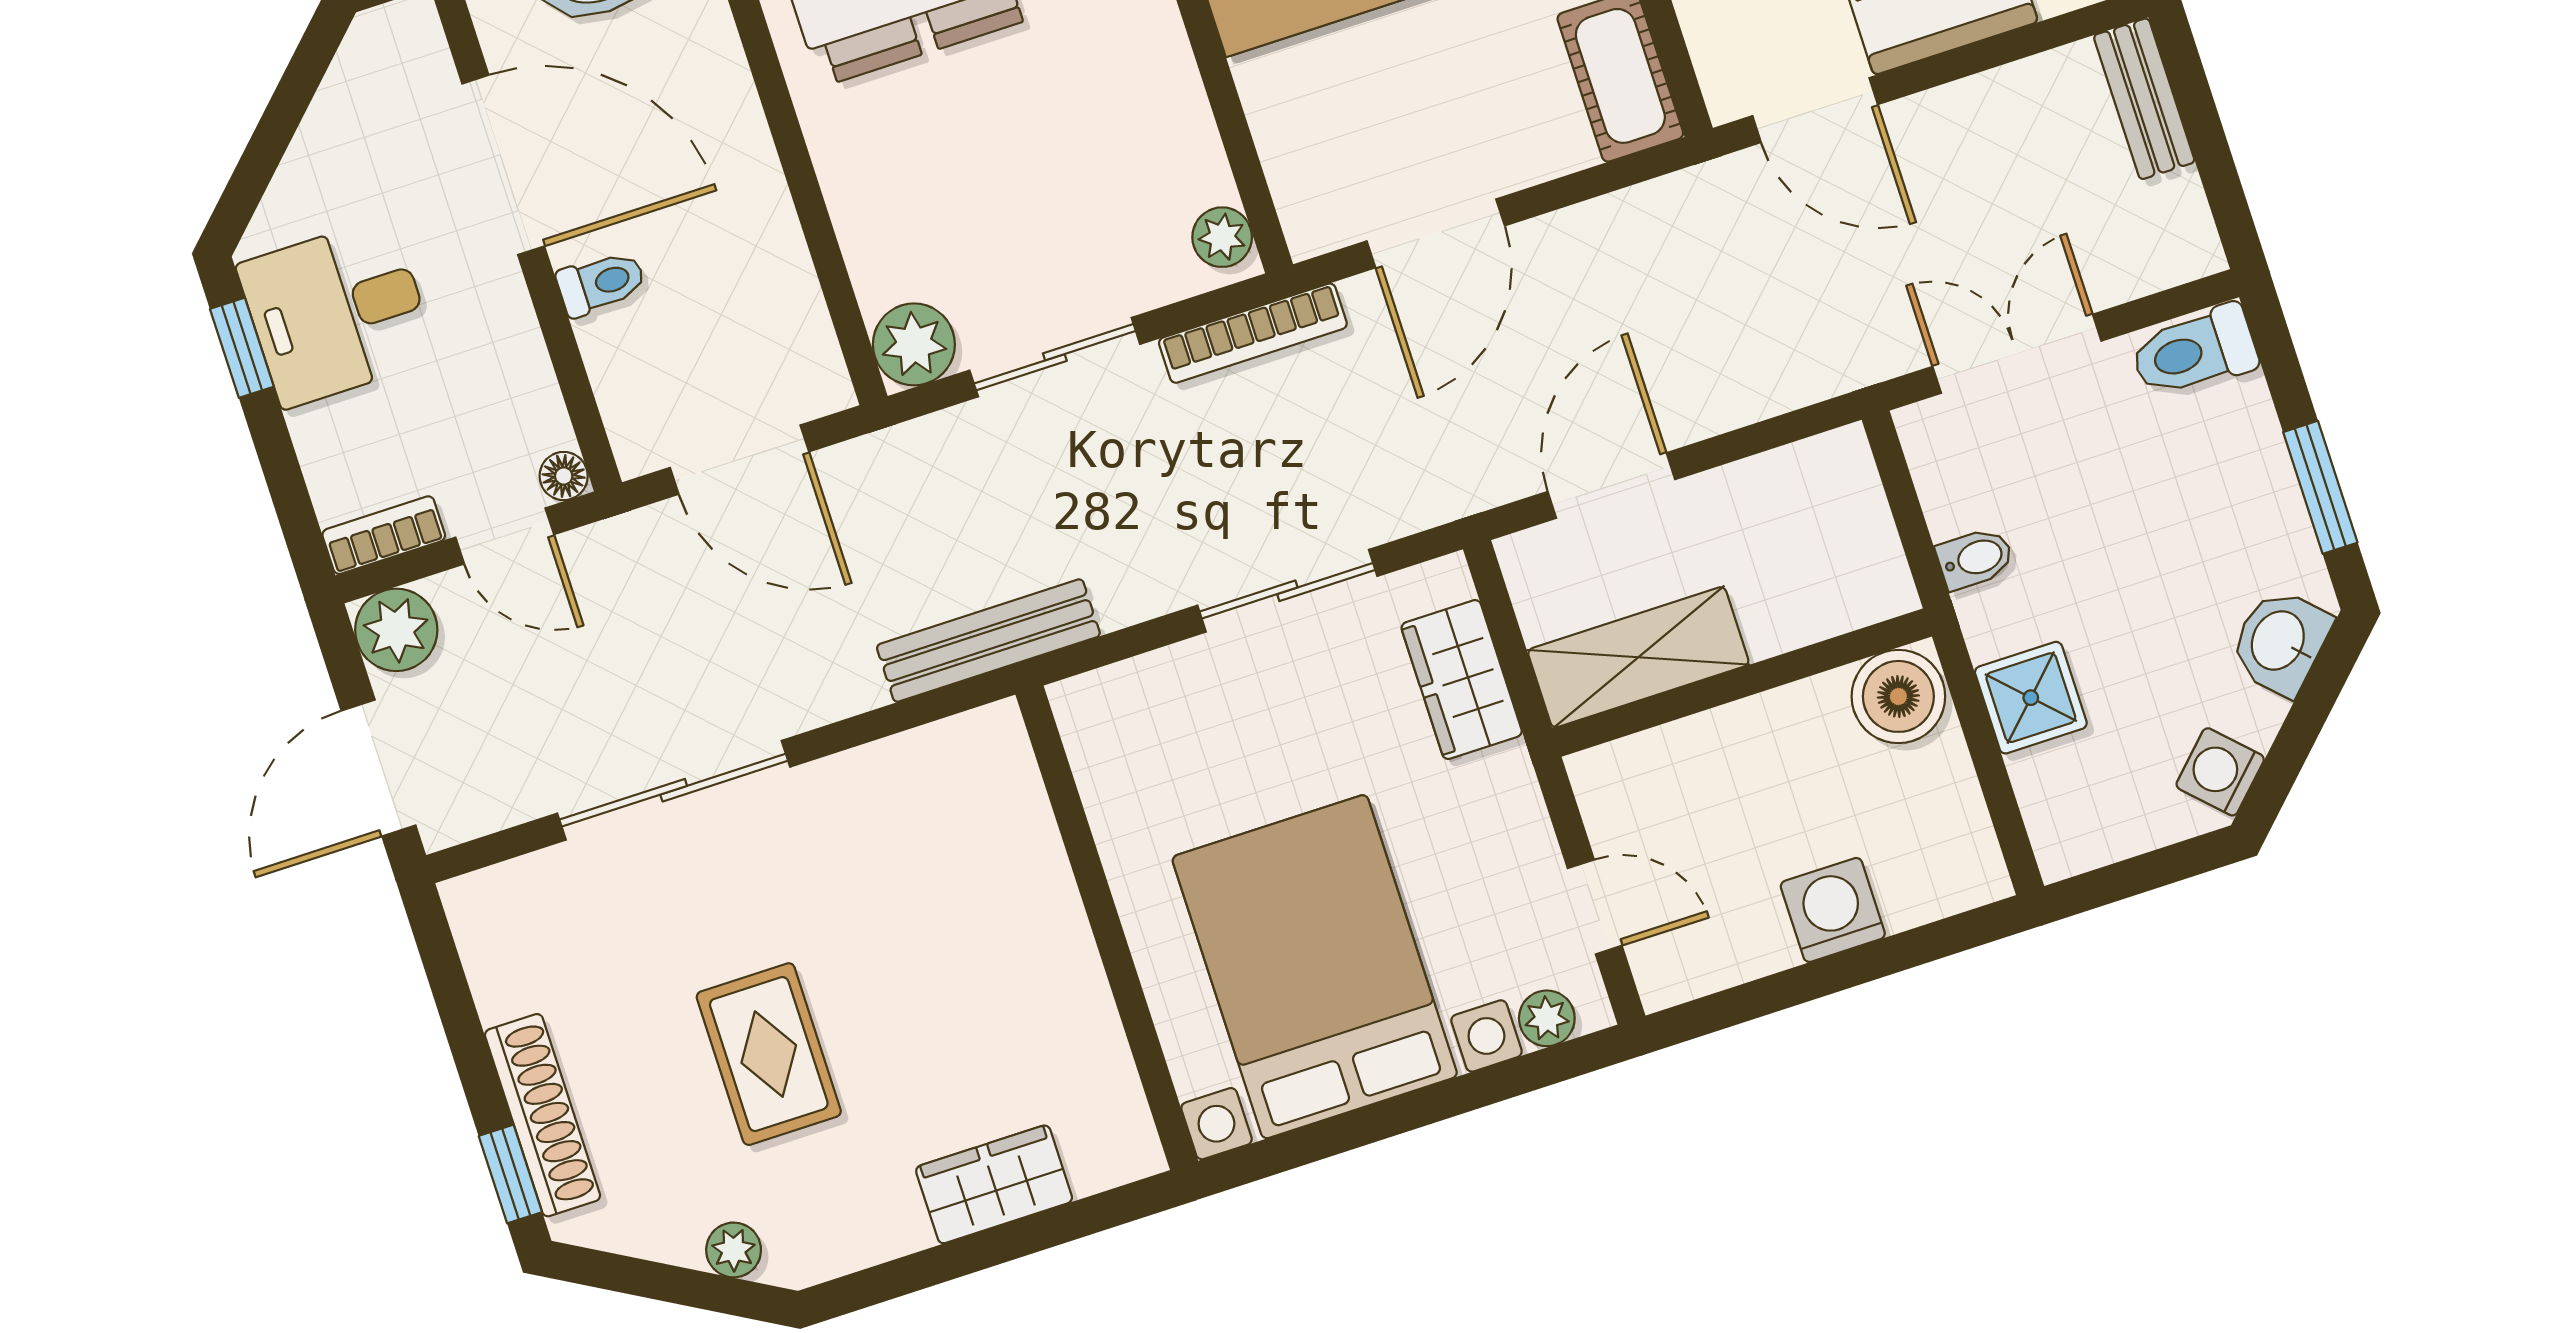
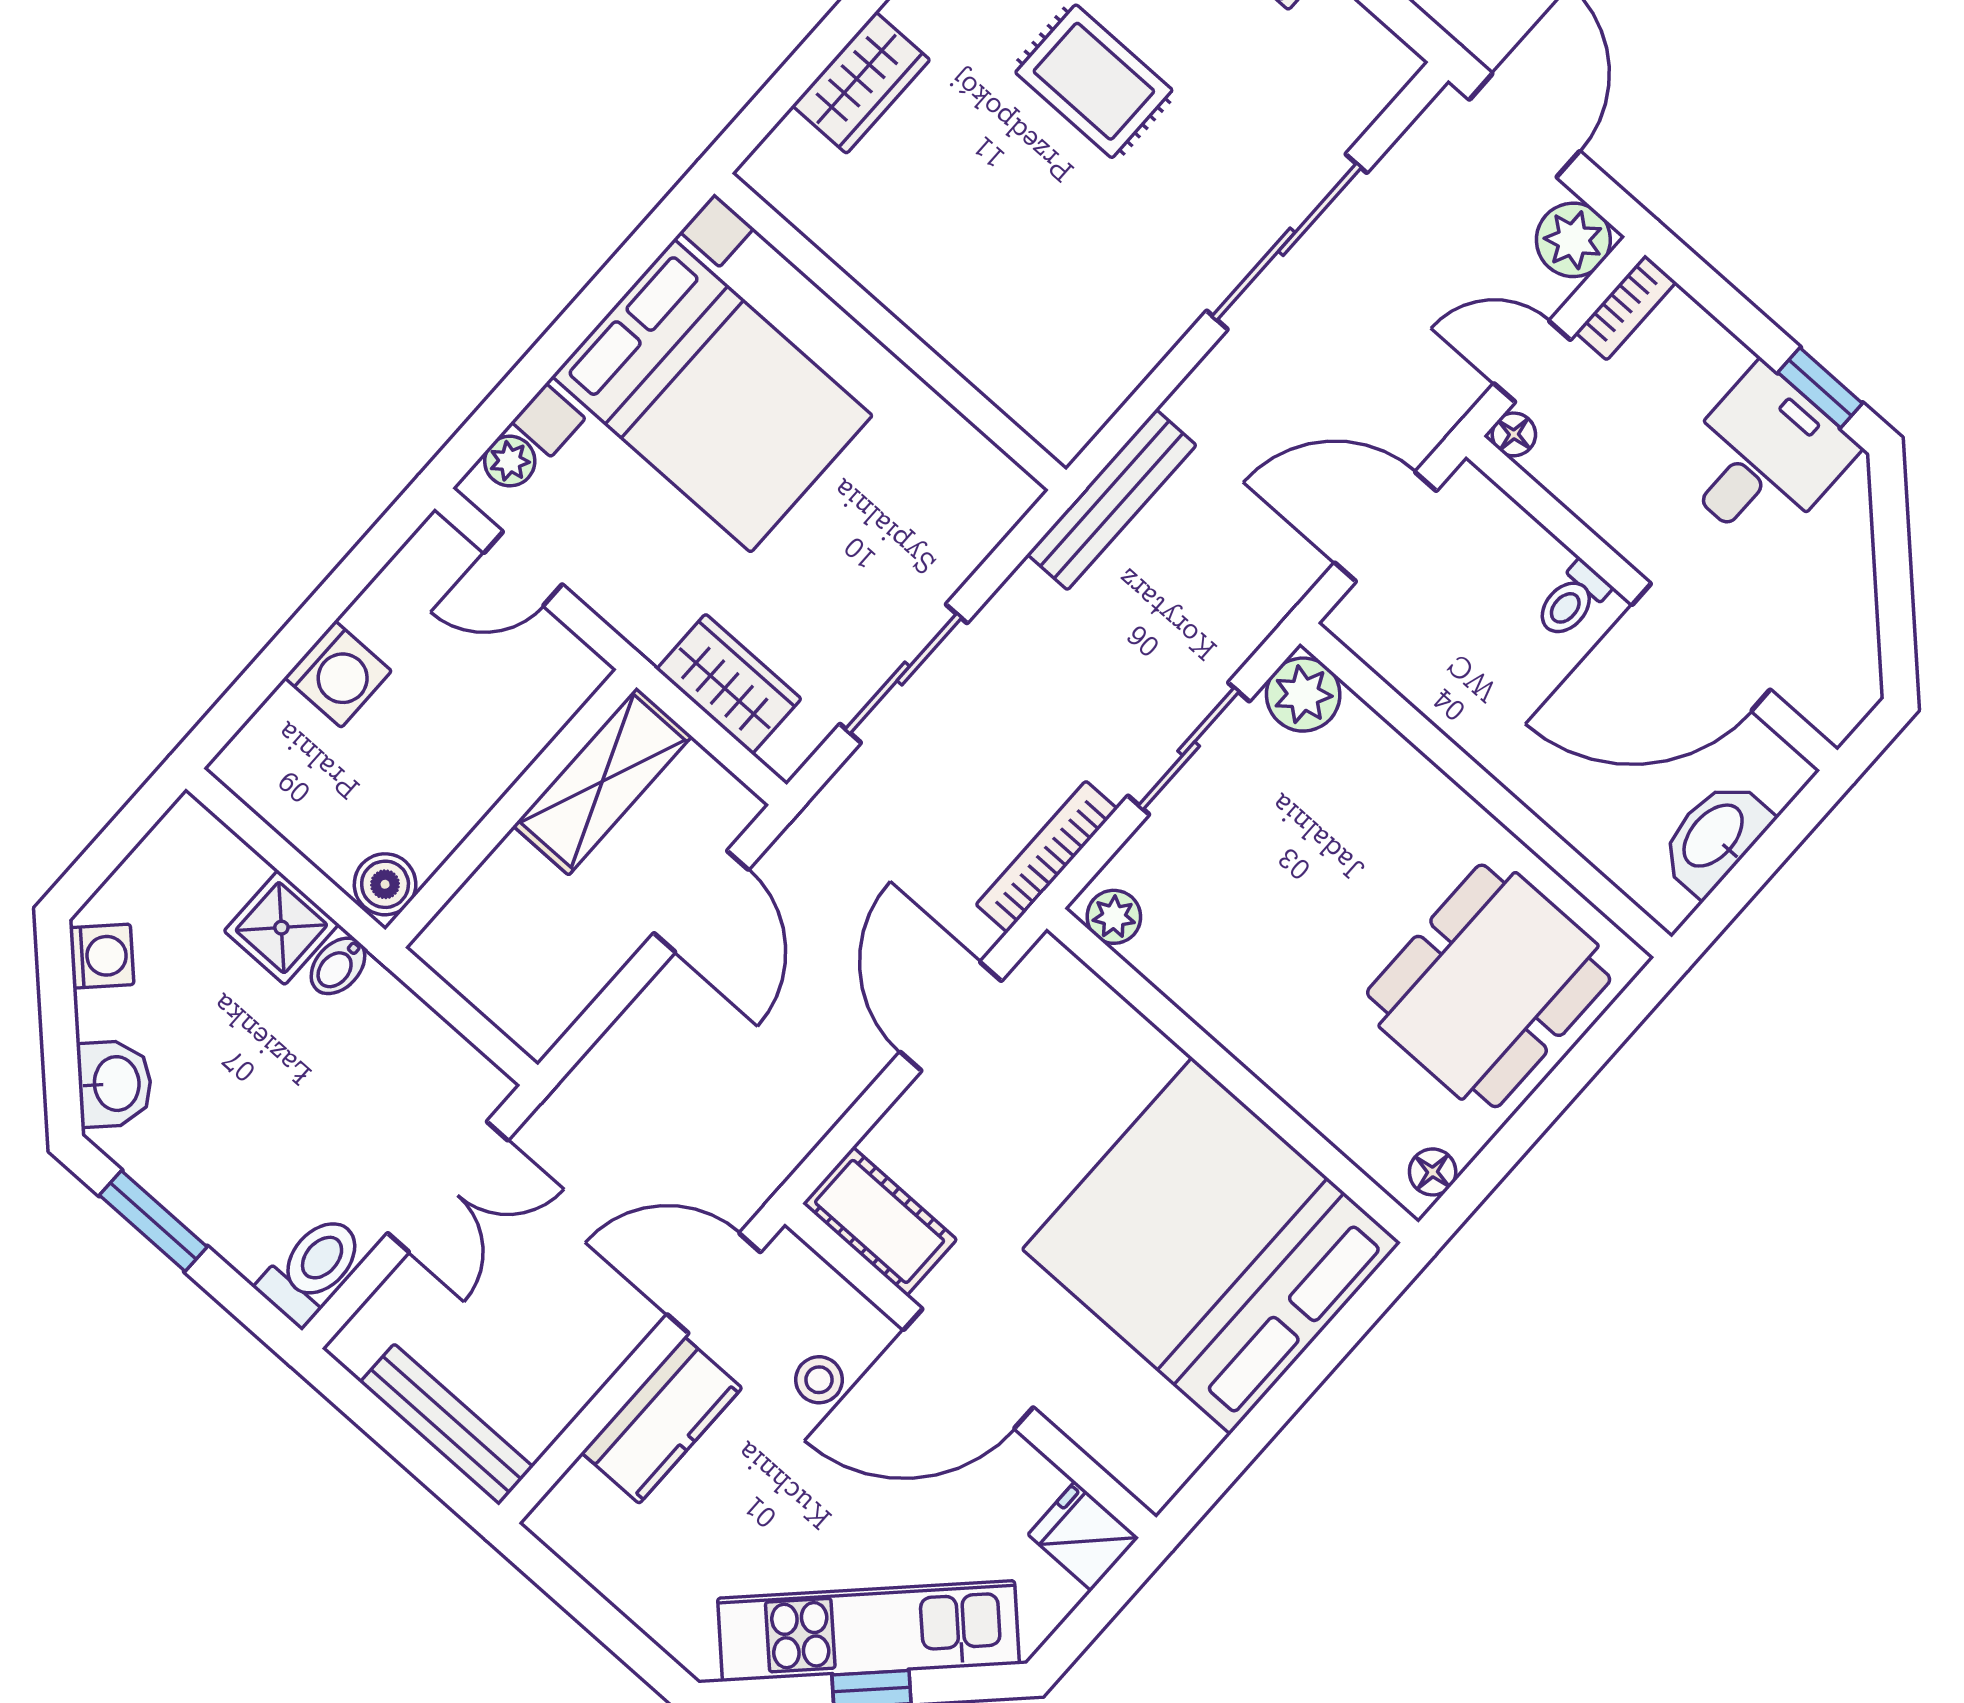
bench: (2144, 99) -> (447, 1425), width x1.36
bidet: (1975, 558) -> (338, 966), moved
boiler: (1898, 696) -> (385, 884), width x0.73, depth x0.73

